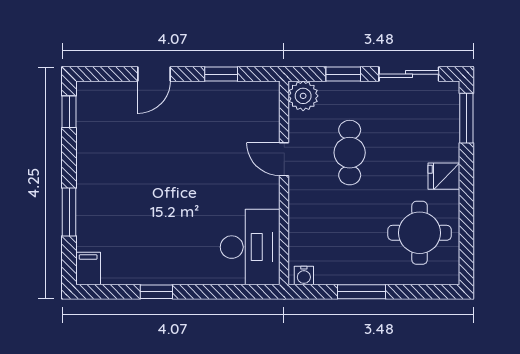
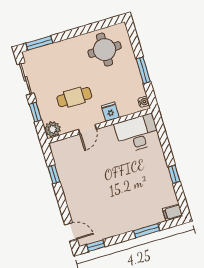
door: (154, 74) -> (71, 232), moved
fridge: (444, 176) -> (110, 112), moved, turned 180

